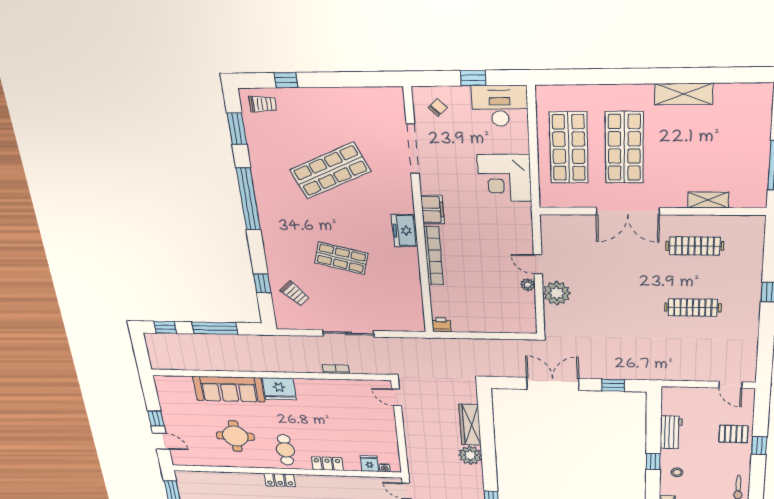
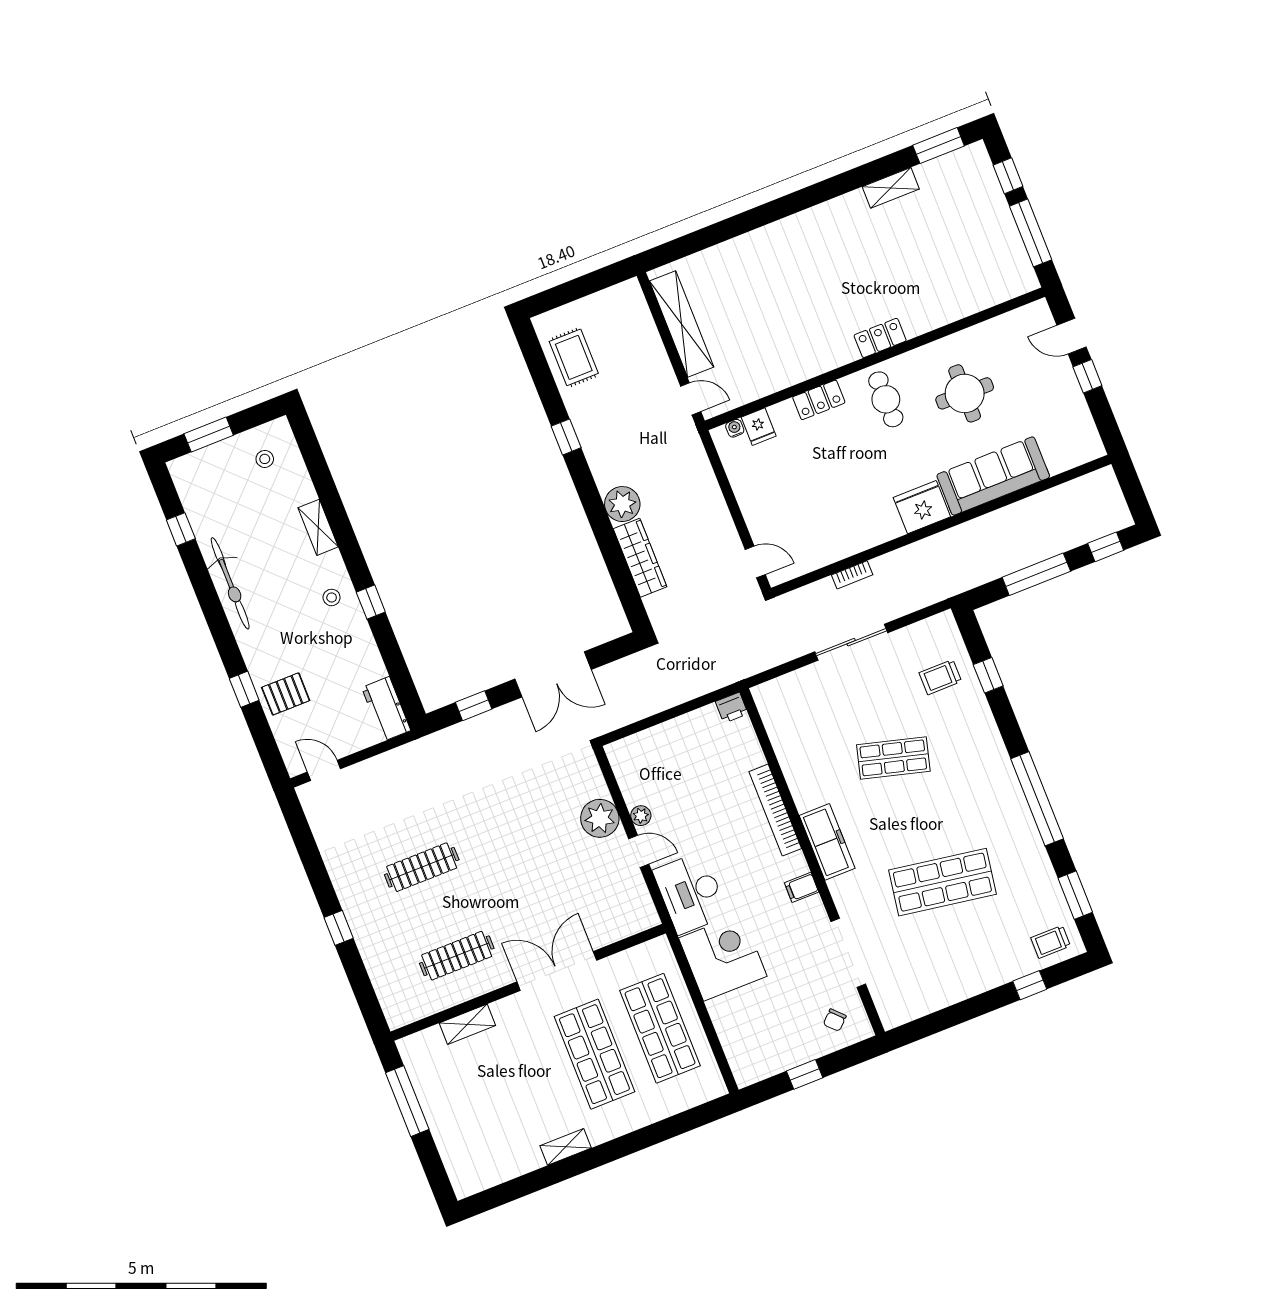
shelving: (684, 94) -> (566, 1147), width x0.67, depth x0.75
desk: (500, 106) -> (691, 893), moved, turned 90
shop shelf: (330, 171) -> (942, 882), turned 33
filing cabinet: (432, 209) -> (802, 887), width x0.50
freezer: (405, 231) -> (827, 842), width x1.40
trolley: (295, 294) -> (940, 677), turned -46
workbench: (671, 432) -> (386, 709), moved

